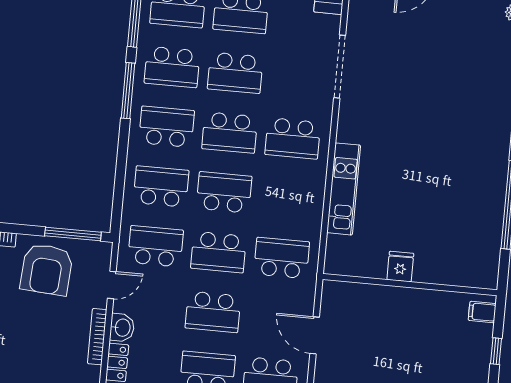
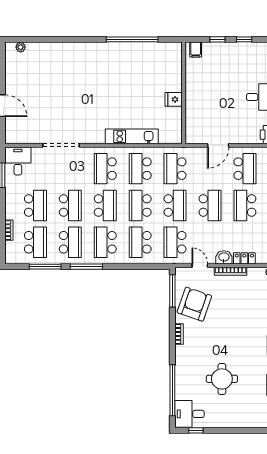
school desk: (293, 138) -> (105, 169), turned 180
school desk: (287, 198) -> (140, 169), added
armchair: (47, 269) -> (194, 304), turned -75

